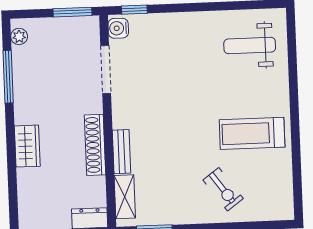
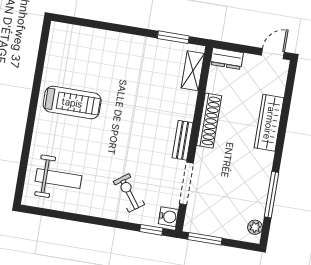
wardrobe: (27, 146) -> (269, 123), width x1.50
bench: (122, 152) -> (183, 140), moved
exercise bike: (223, 189) -> (129, 193), moved

